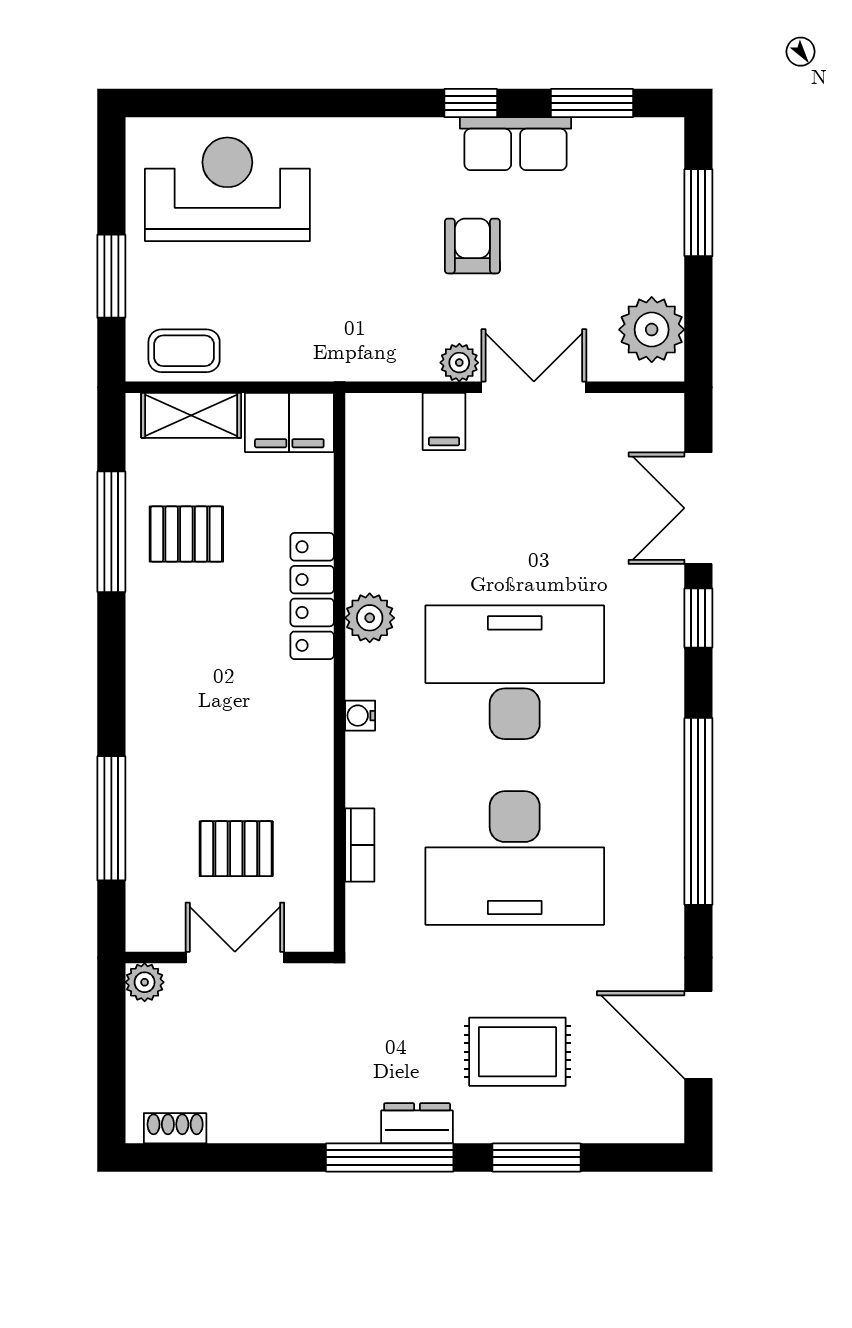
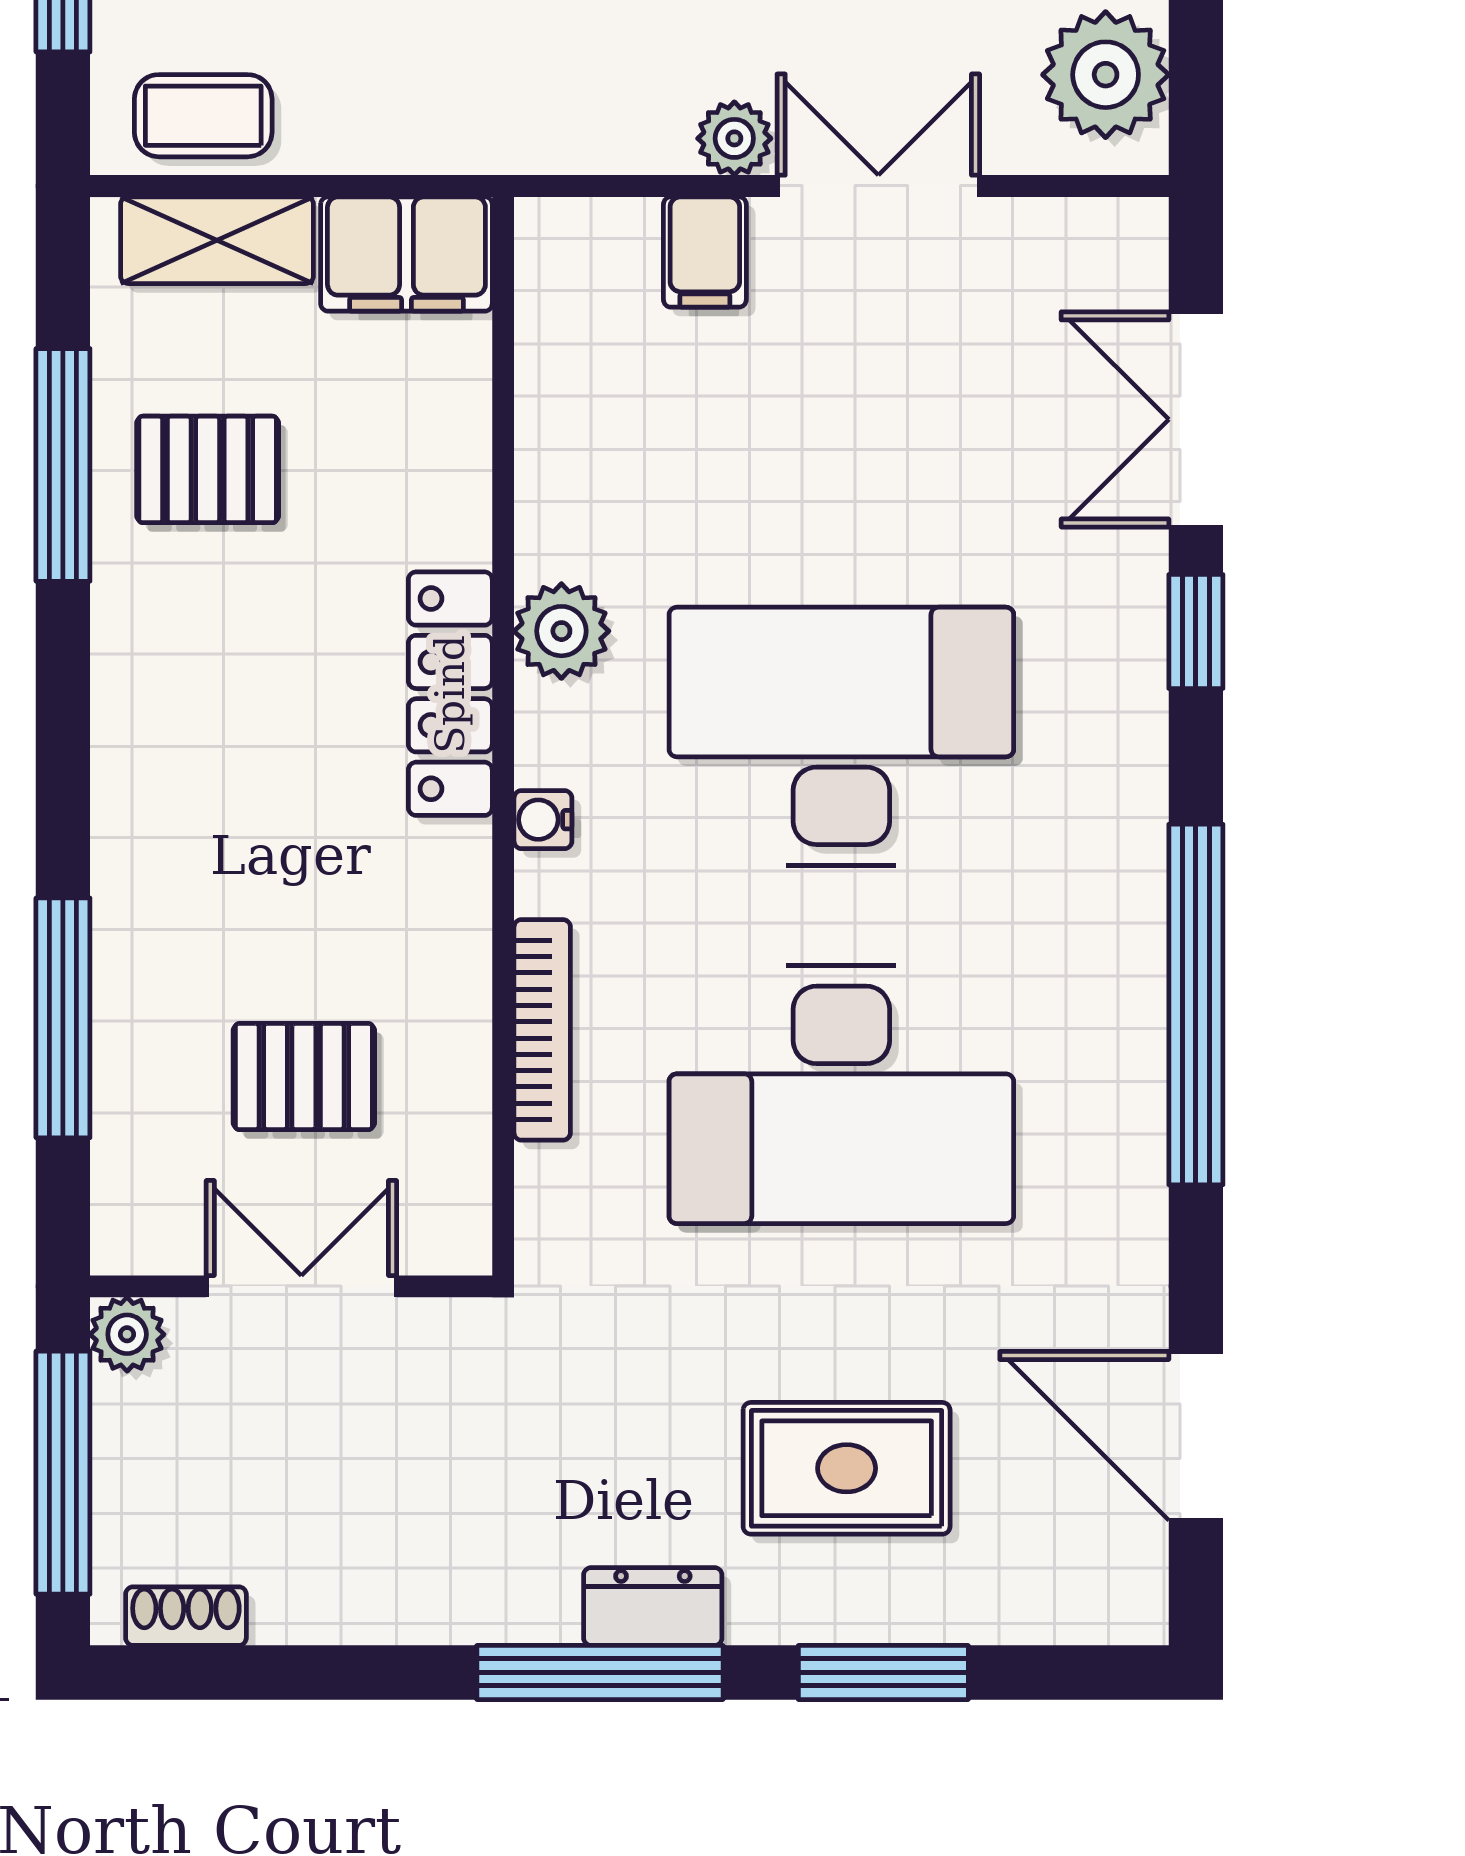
locker: (312, 596) -> (450, 694), moved
bookcase: (360, 845) -> (542, 1030), width x1.56
window: (111, 1054) -> (63, 1473), added

